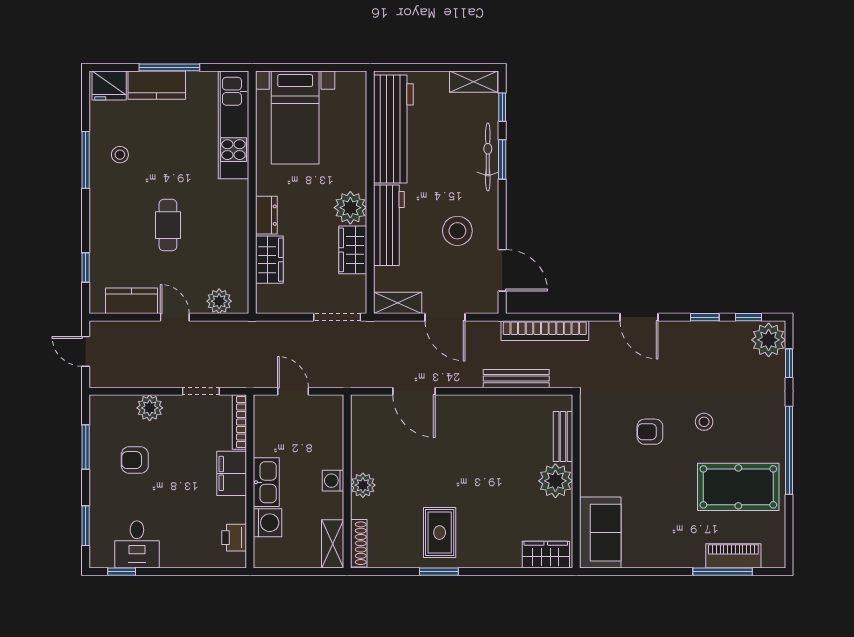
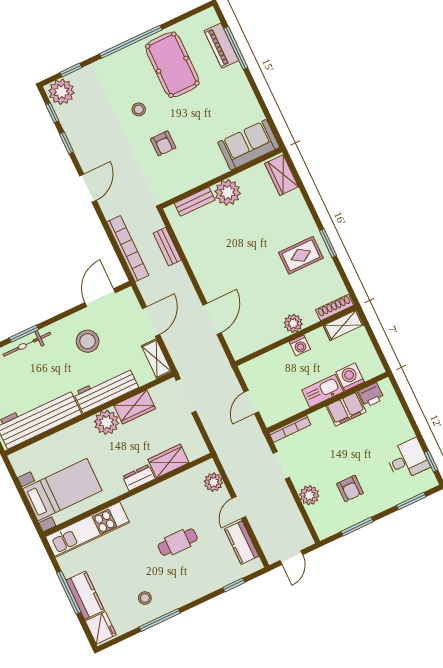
bench: (516, 379) -> (167, 247), width x0.73
filing cabinet: (232, 473) -> (346, 409), moved

